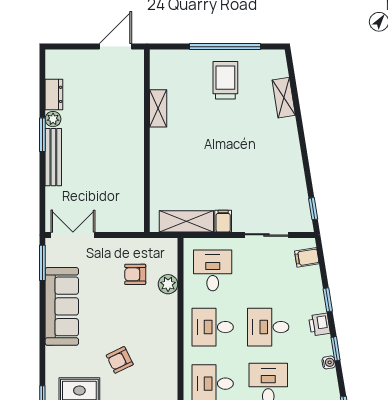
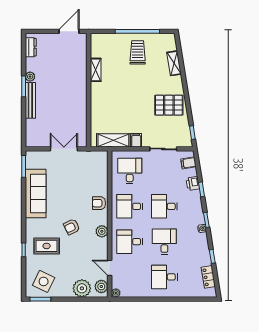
dresser: (54, 94) -> (31, 47), moved
pallet: (276, 165) -> (169, 105), added
double door: (73, 235) -> (64, 149), moved
armchair: (135, 274) -> (99, 203), moved
plant: (168, 284) -> (102, 231), moved
printer: (319, 325) -> (193, 183), moved

